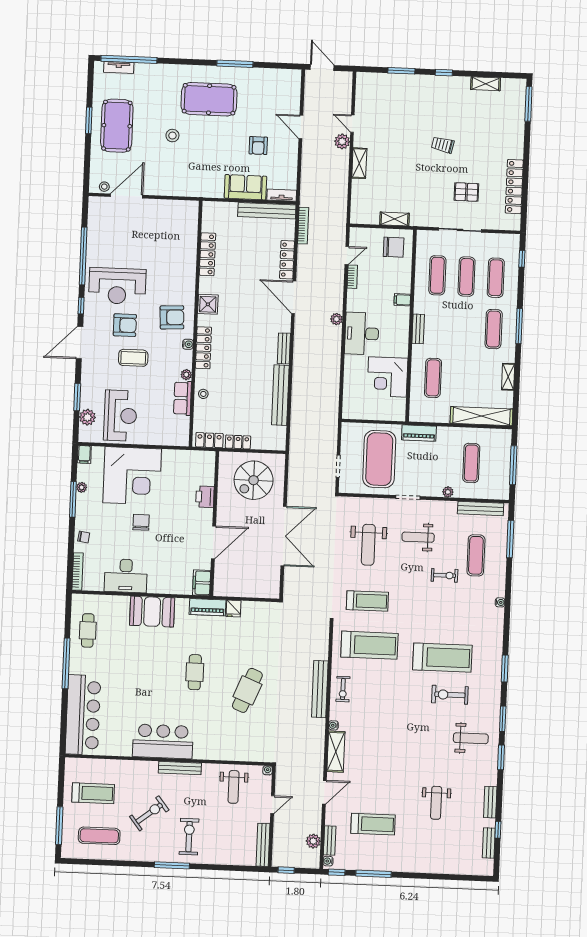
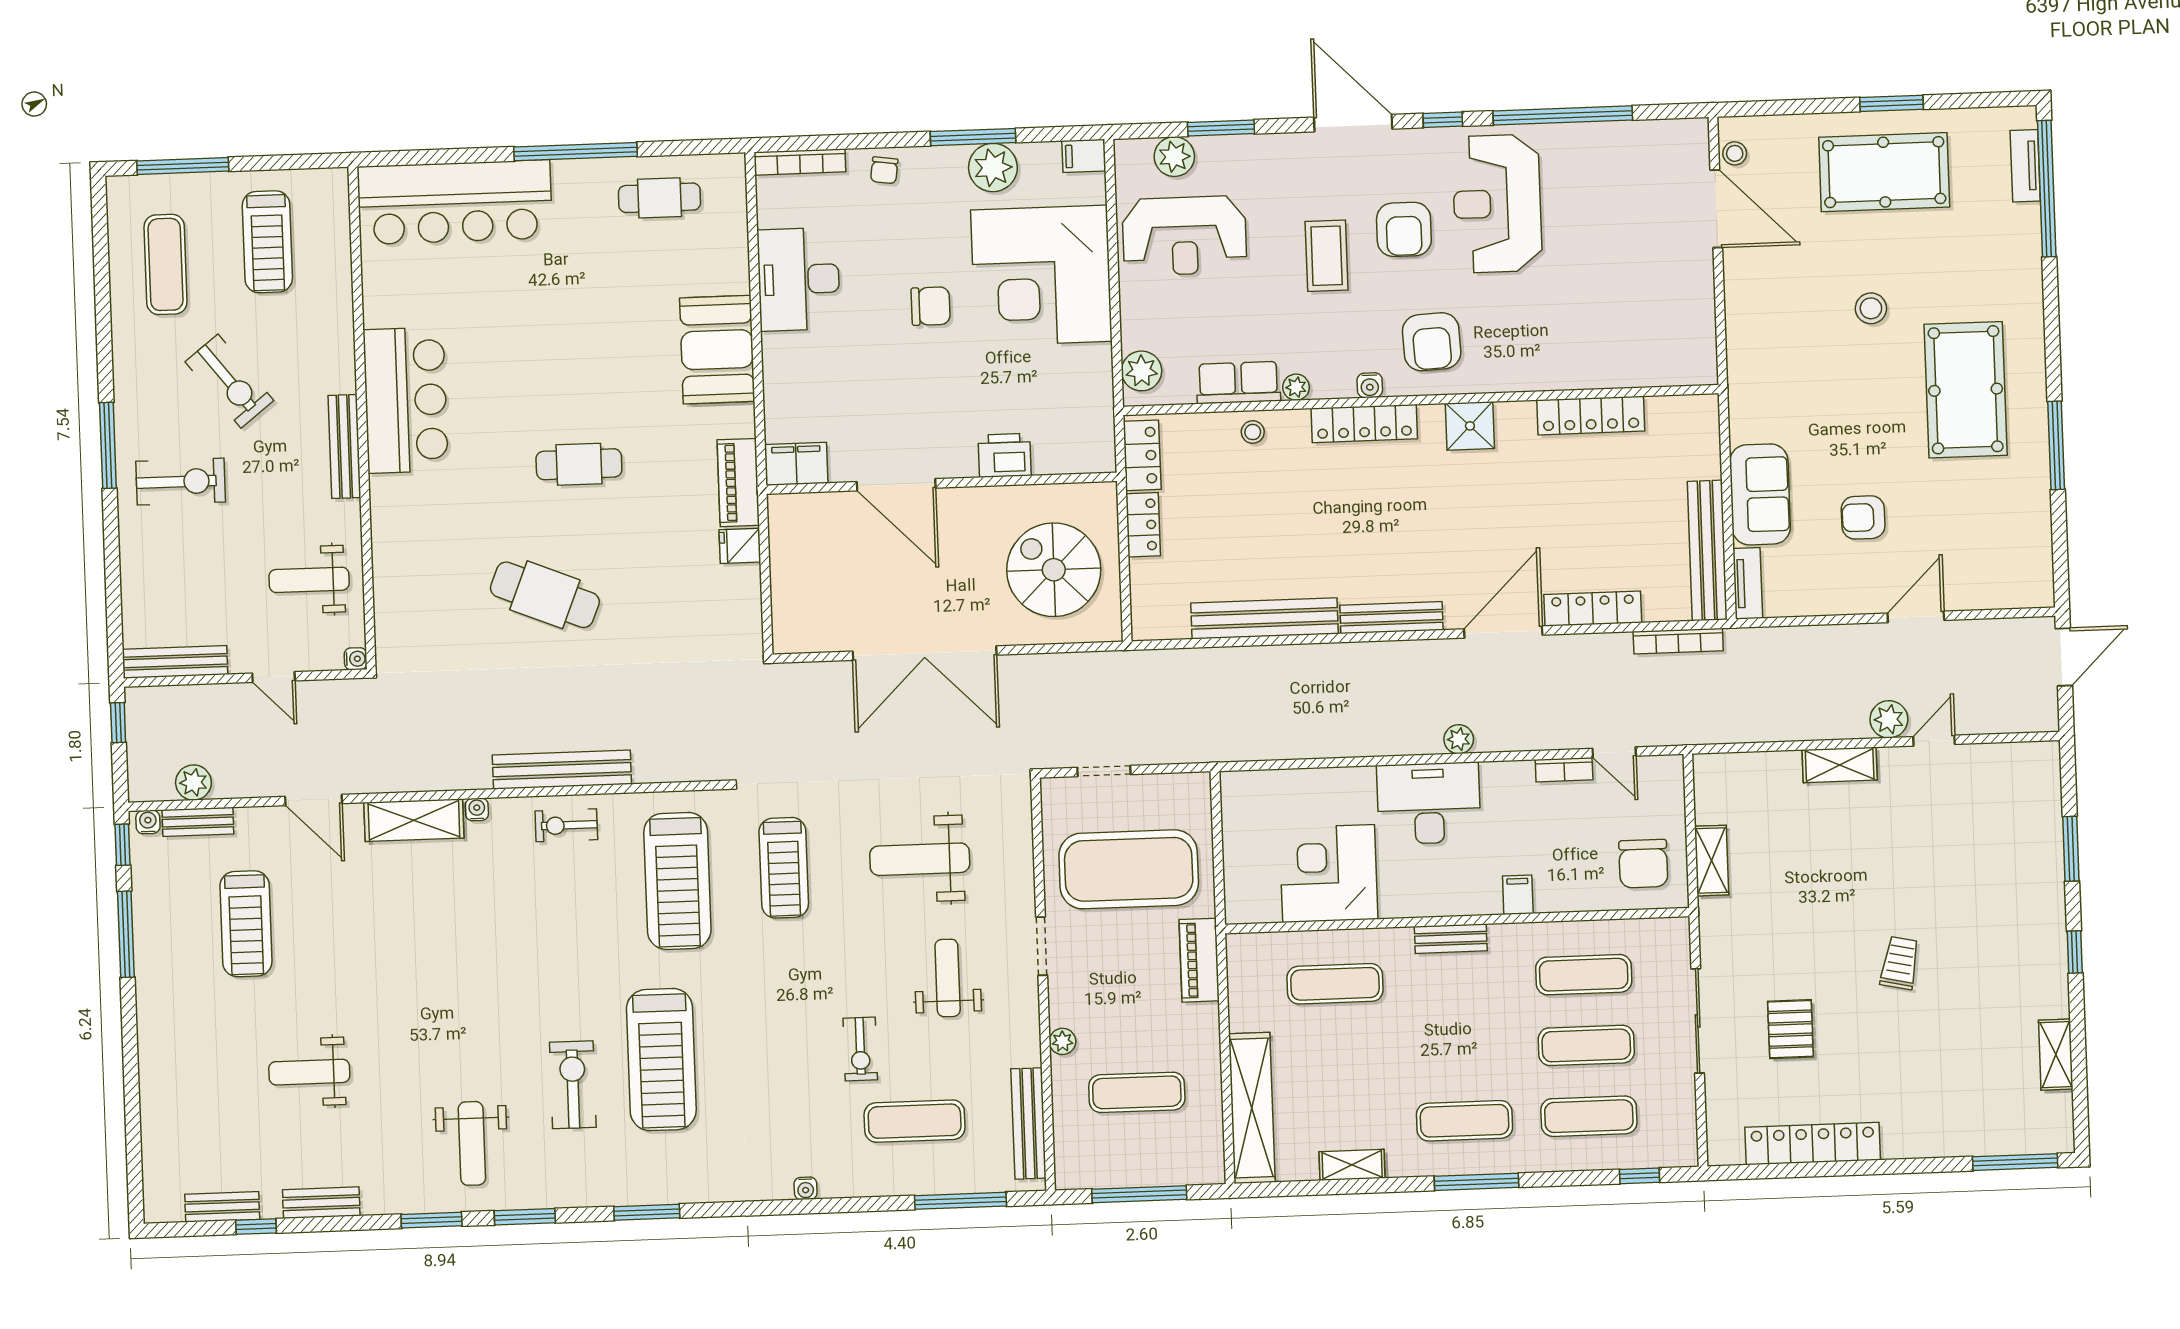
bench: (284, 348) -> (1391, 618), width x1.36
plant: (175, 438) -> (1142, 371), added
plant: (82, 487) -> (993, 168), width x1.88, depth x1.88

